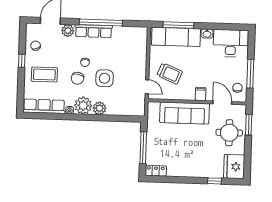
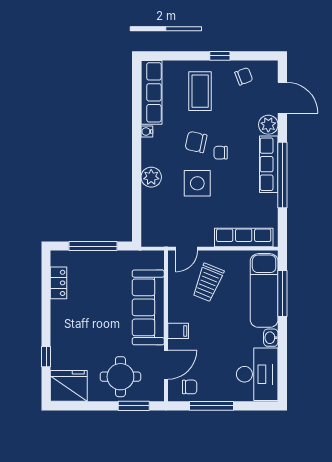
row of seats: (141, 49) -> (244, 237), added
plant: (83, 106) -> (155, 152), removed
locker: (156, 171) -> (59, 283), moved

